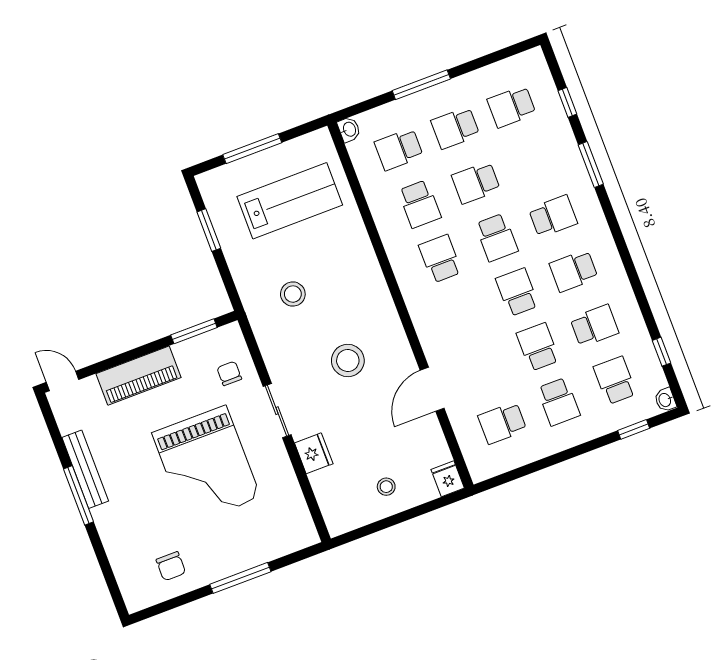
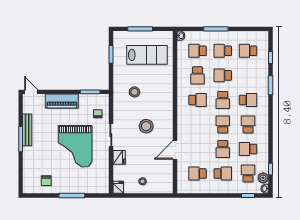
school desk: (440, 259) -> (197, 100), turned 90
school desk: (574, 271) -> (248, 124), turned 90
school desk: (594, 326) -> (248, 149), turned 180
school desk: (538, 347) -> (223, 149), turned 180
plant: (652, 377) -> (263, 178), added
school desk: (559, 402) -> (223, 174), turned -90
fridge: (448, 479) -> (118, 187), moved

